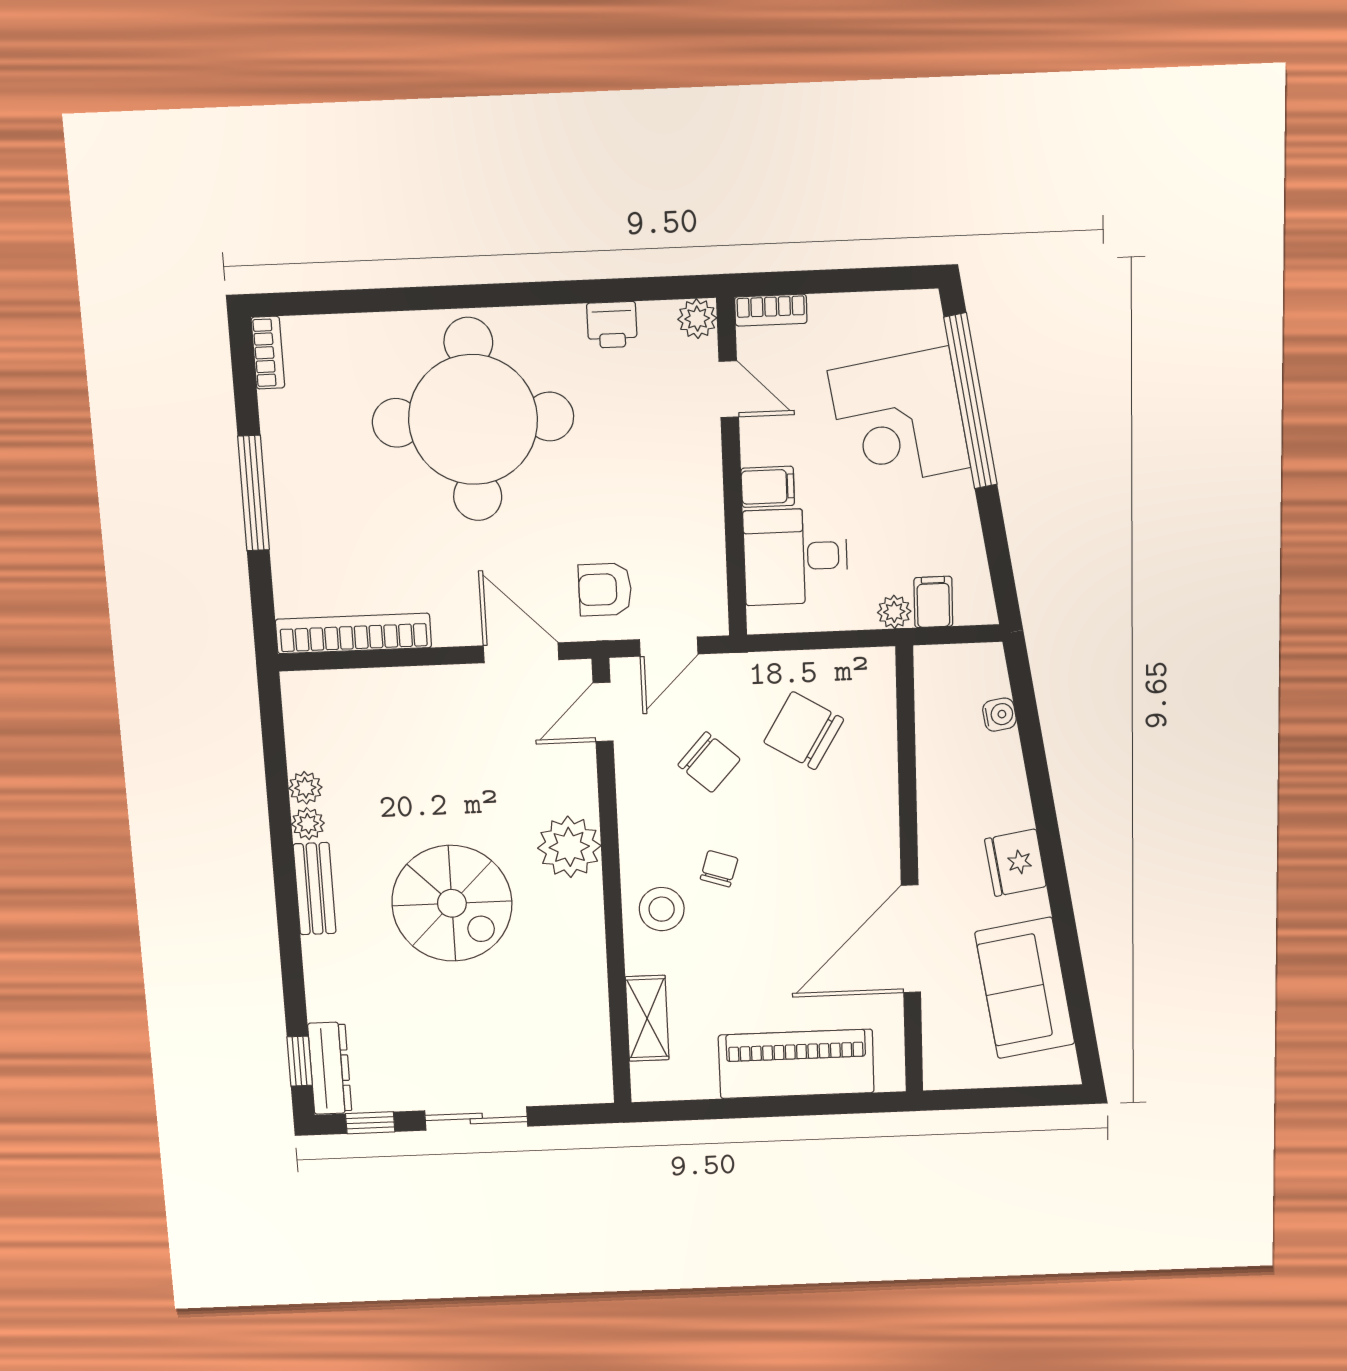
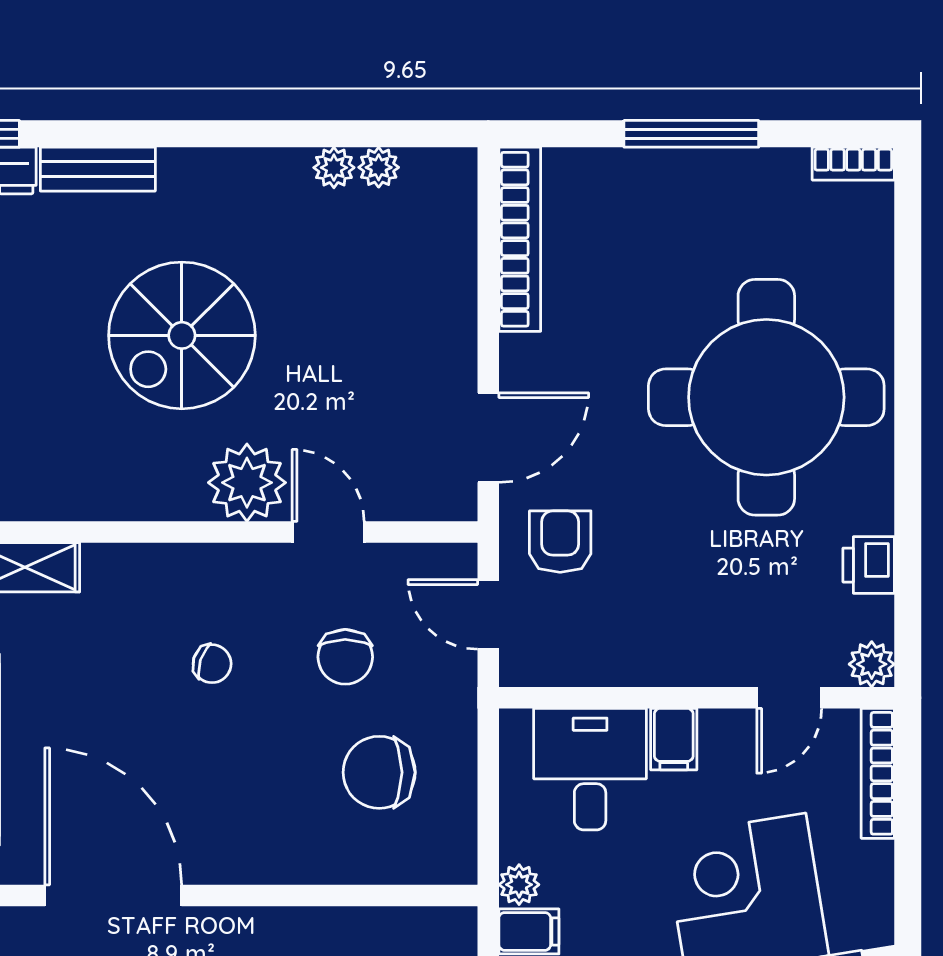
bookcase: (771, 310) -> (878, 773), width x1.56
door: (603, 712) -> (328, 532), moved
chair: (804, 731) -> (379, 772), turned -121
chair: (709, 762) -> (345, 657), turned -42
plant: (308, 824) -> (379, 167), moved
bench: (315, 889) -> (98, 169), moved
stool: (662, 909) -> (164, 591), removed

